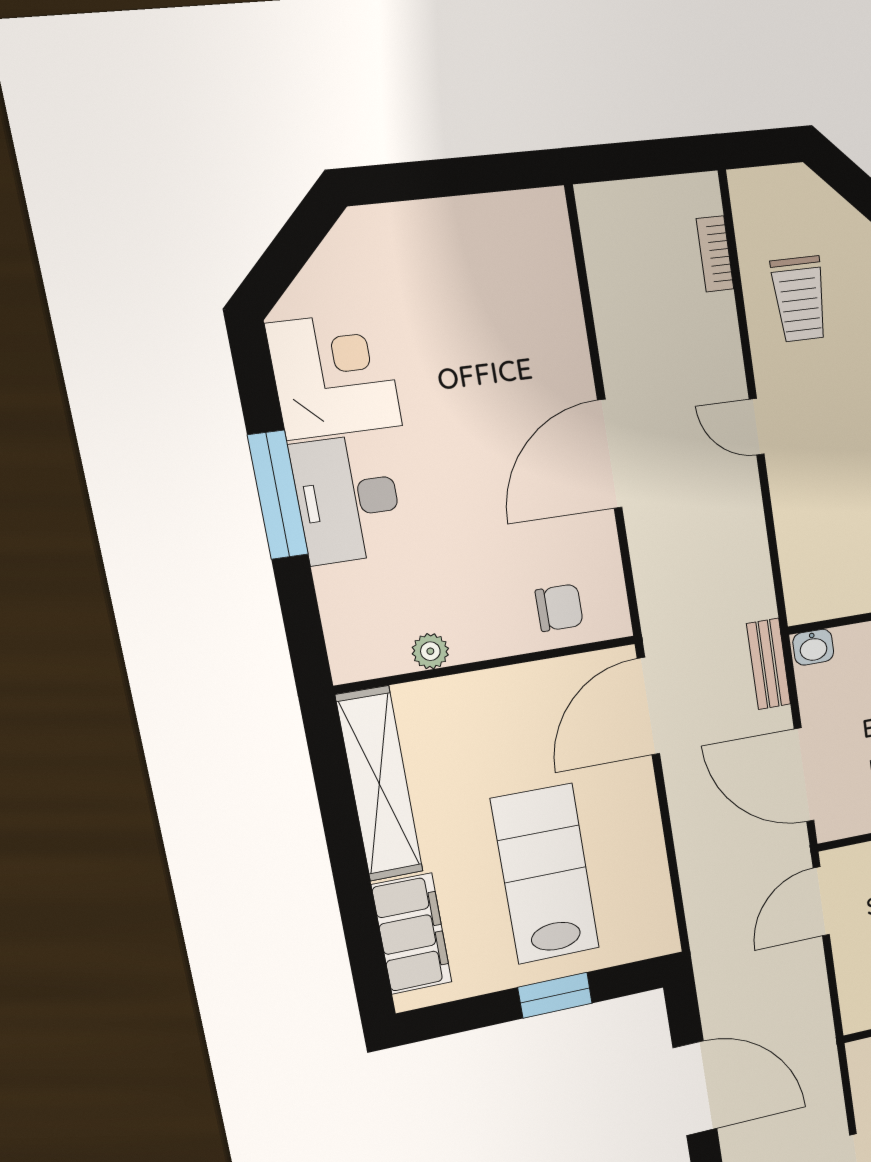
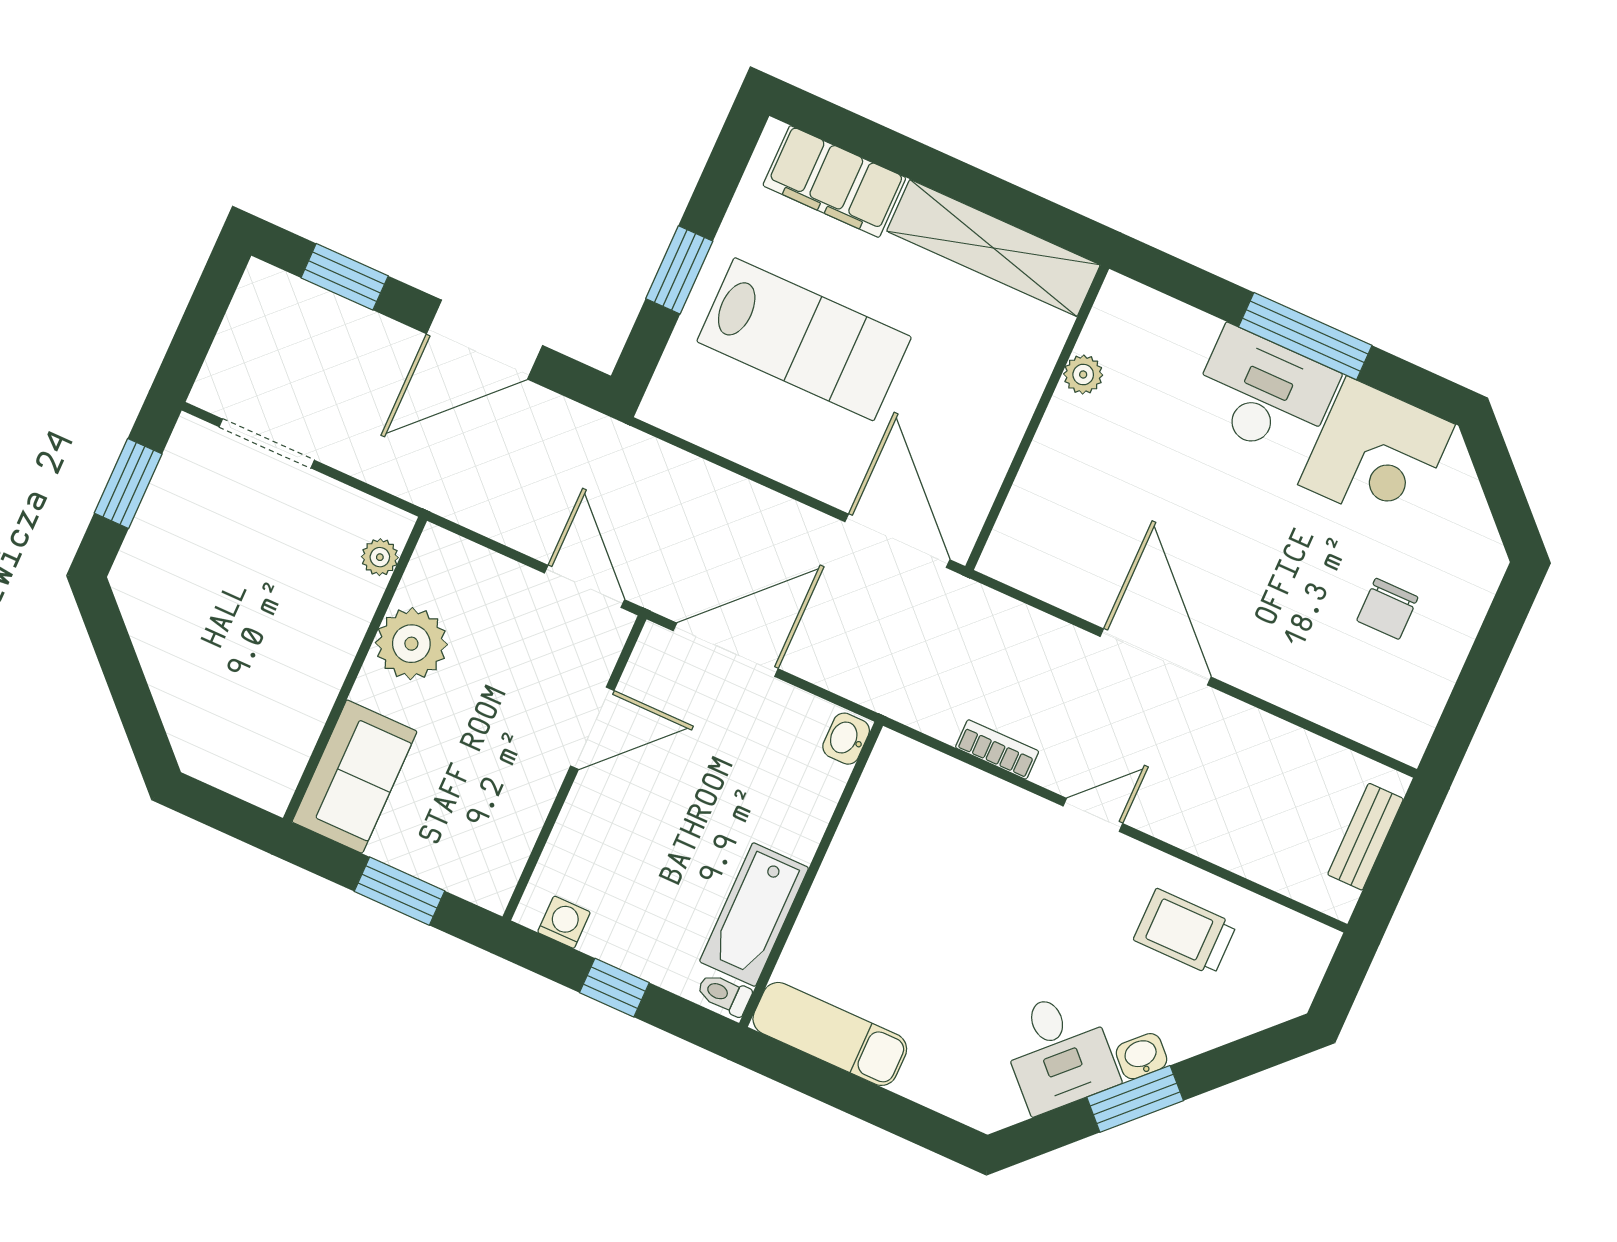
bookcase: (715, 254) -> (997, 749), moved
chair: (559, 608) -> (1387, 609), moved
bench: (769, 664) -> (1366, 837), moved, turned 90

